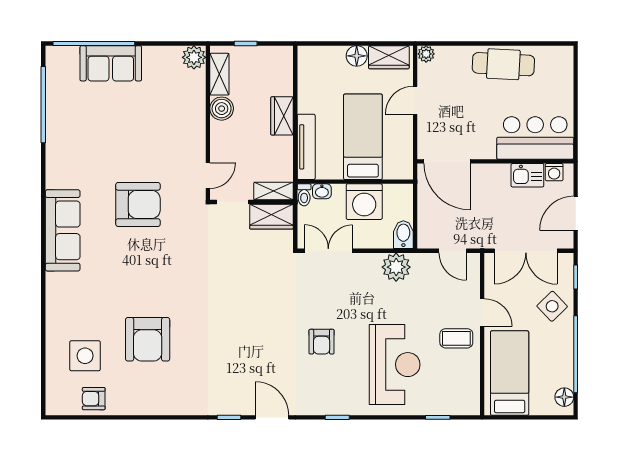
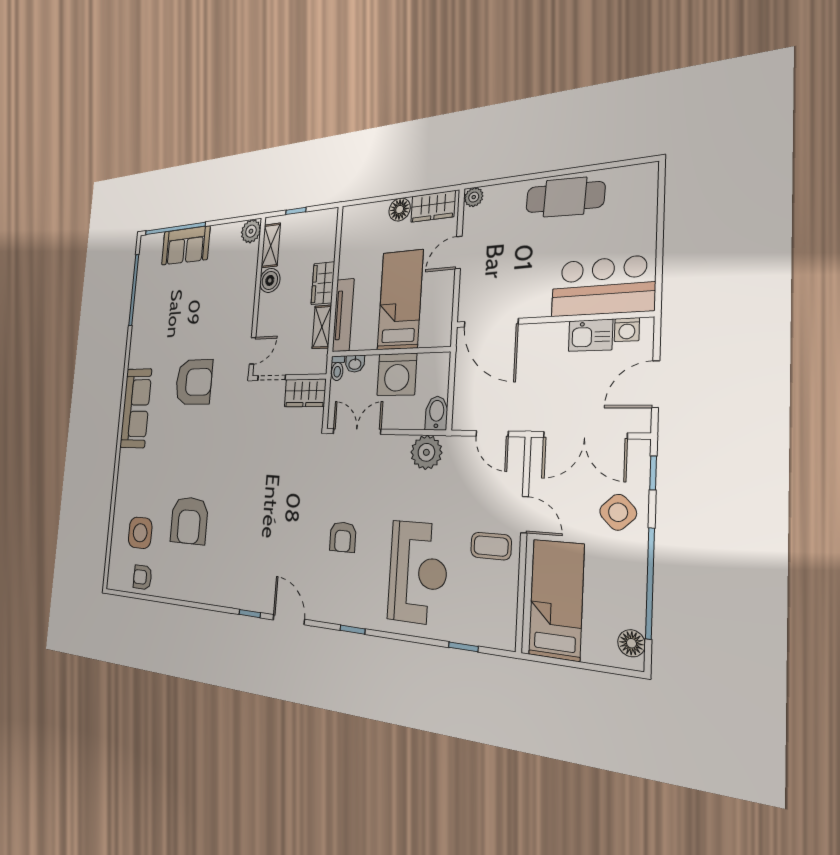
shelving: (273, 191) -> (322, 327), moved, turned 90

